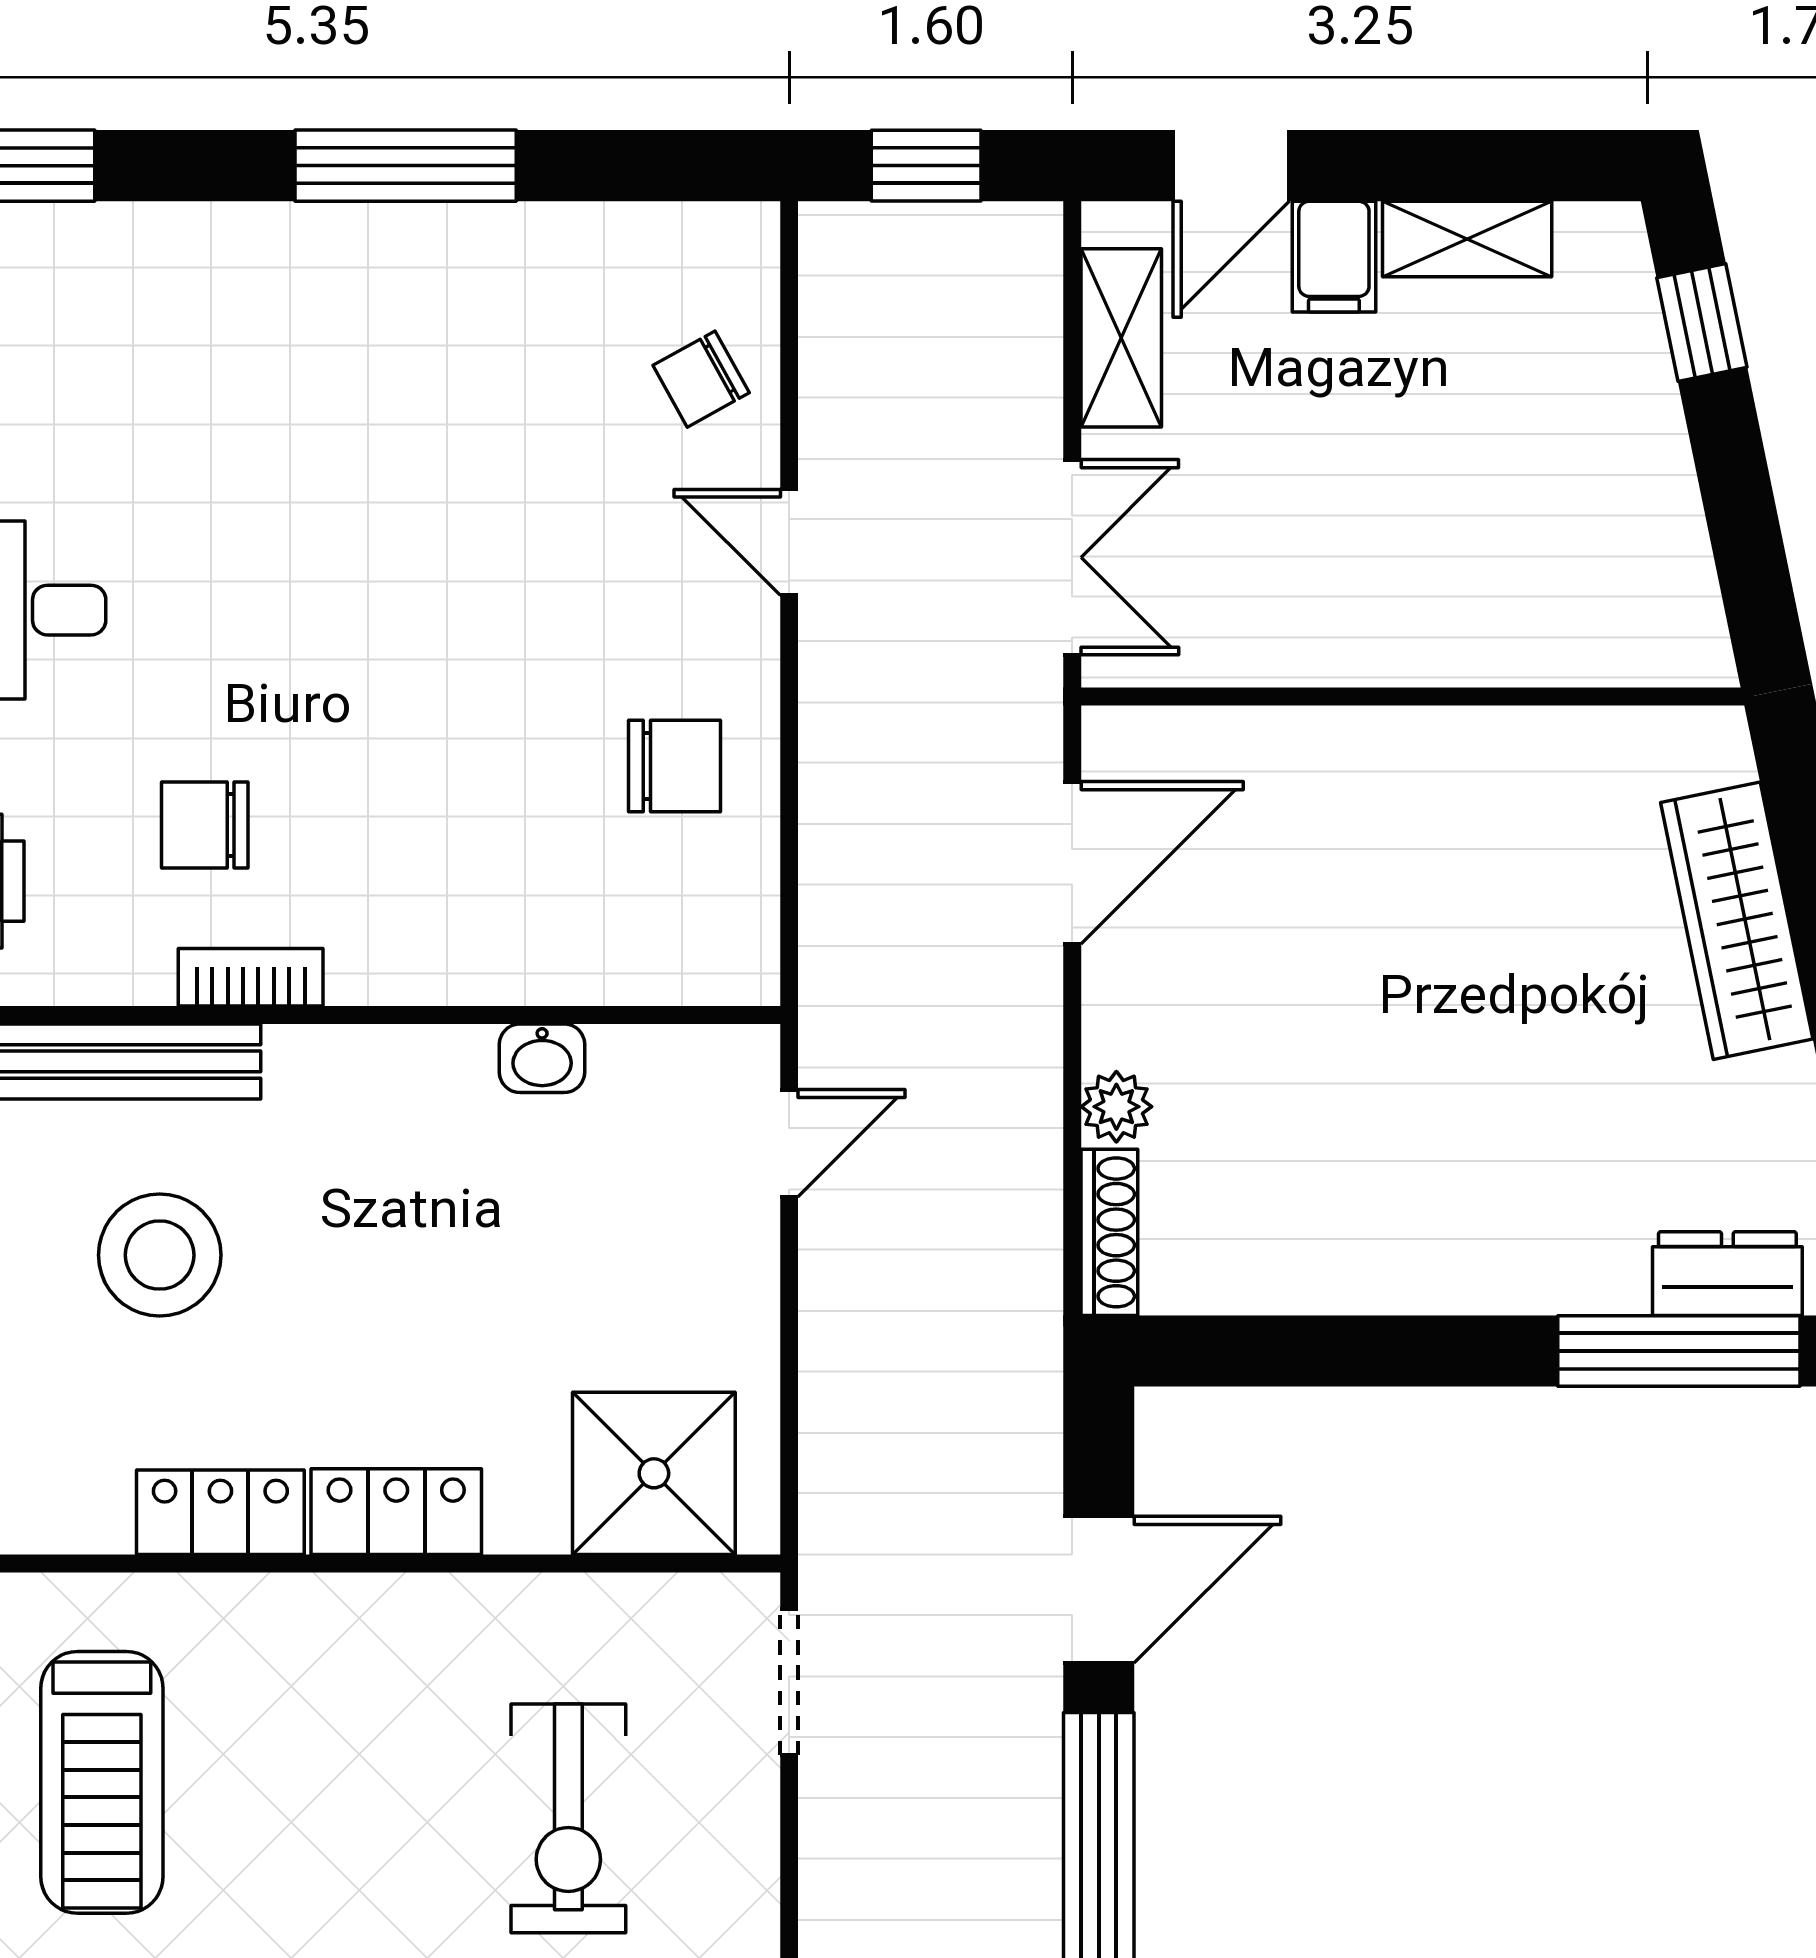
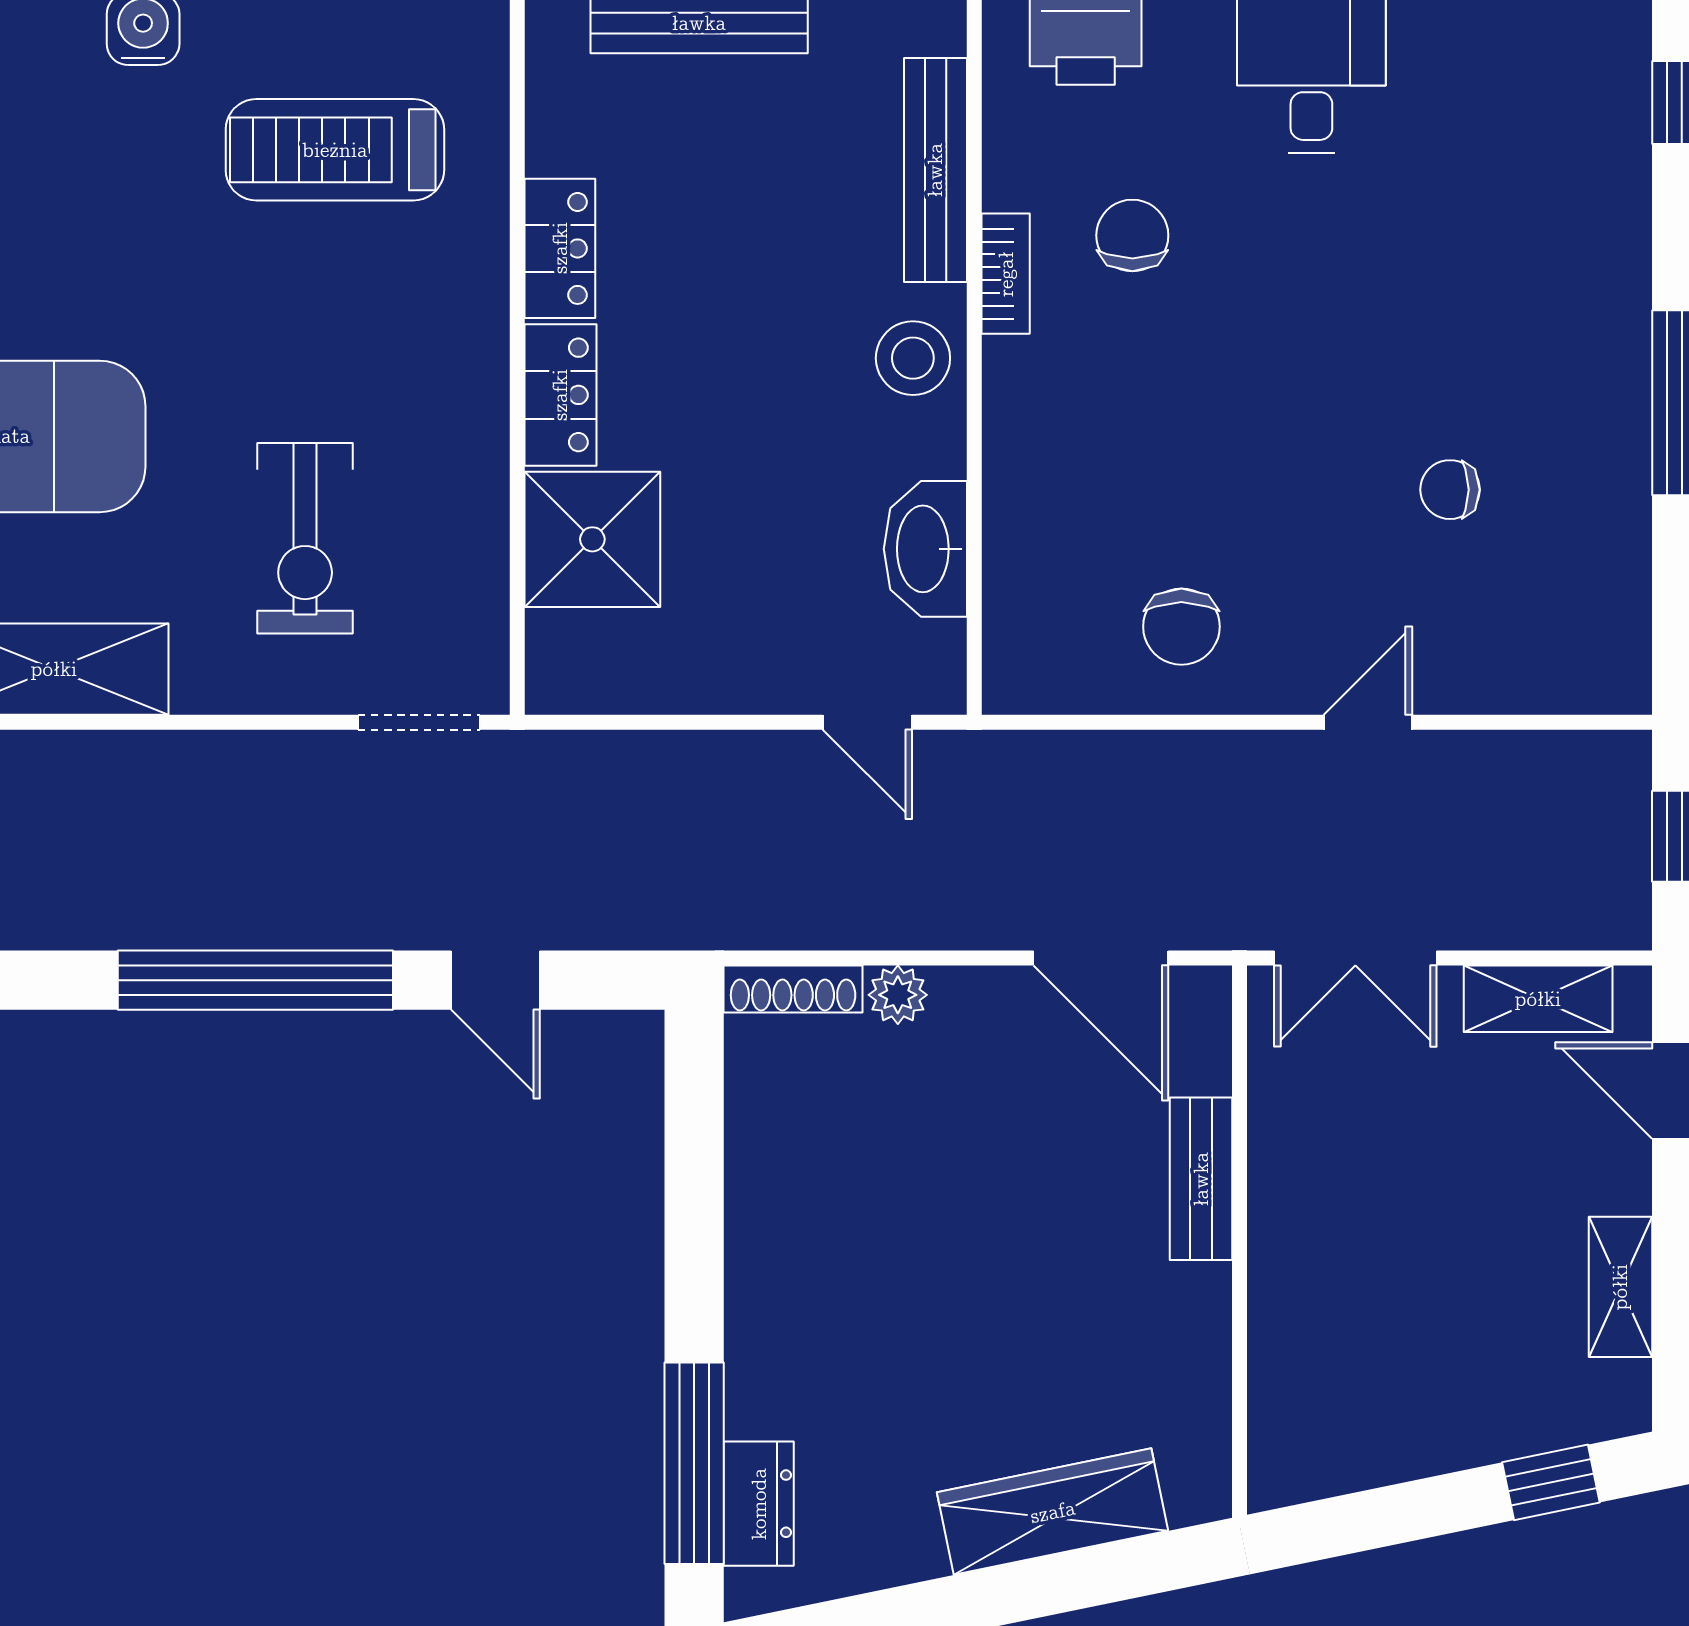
filing cabinet: (1334, 257) -> (1606, 1176), removed
chair: (701, 379) -> (1450, 490), moved, turned -61
bench: (1337, 743) -> (1201, 1179), added
washbasin: (542, 1058) -> (925, 549), width x1.91, depth x1.45
stool: (160, 1255) -> (913, 358), moved, width x0.73, depth x0.73
shower: (654, 1473) -> (592, 539), moved
door: (1099, 1590) -> (495, 980), width x0.73
exercise bike: (568, 1818) -> (305, 538), turned -90

